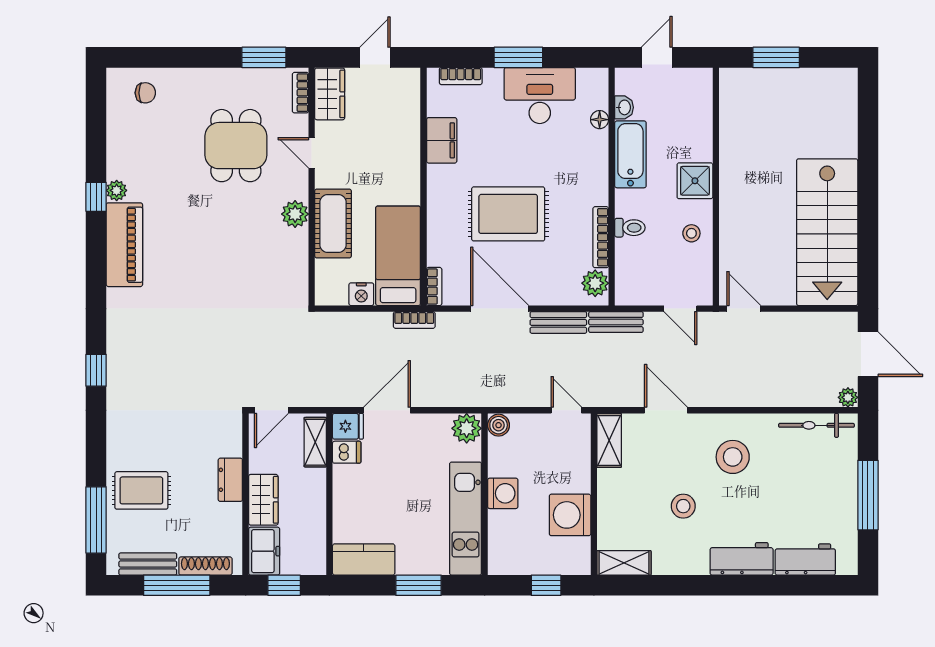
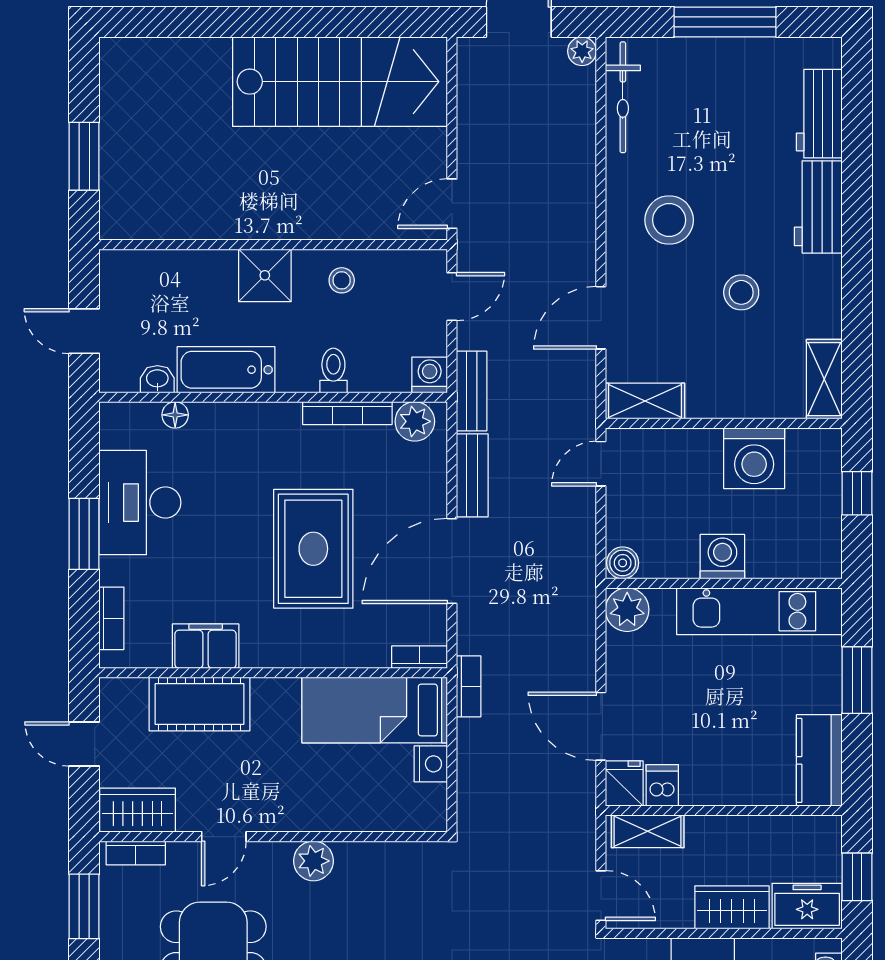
cot: (333, 223) -> (199, 704), moved
washing machine: (627, 293) -> (430, 375), added

